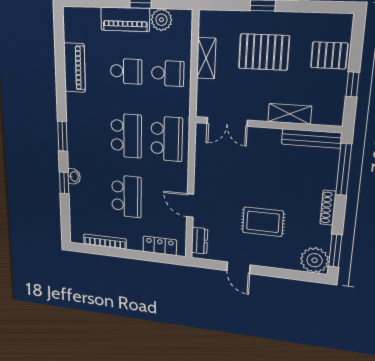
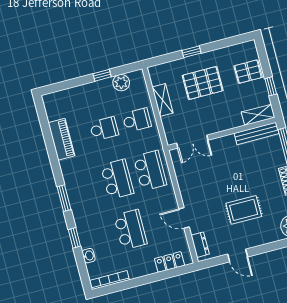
piano: (125, 19) -> (93, 90), removed
shelving: (290, 114) -> (258, 115), moved
washbasin: (74, 176) -> (89, 256), moved
bookcase: (105, 242) -> (109, 280), moved

